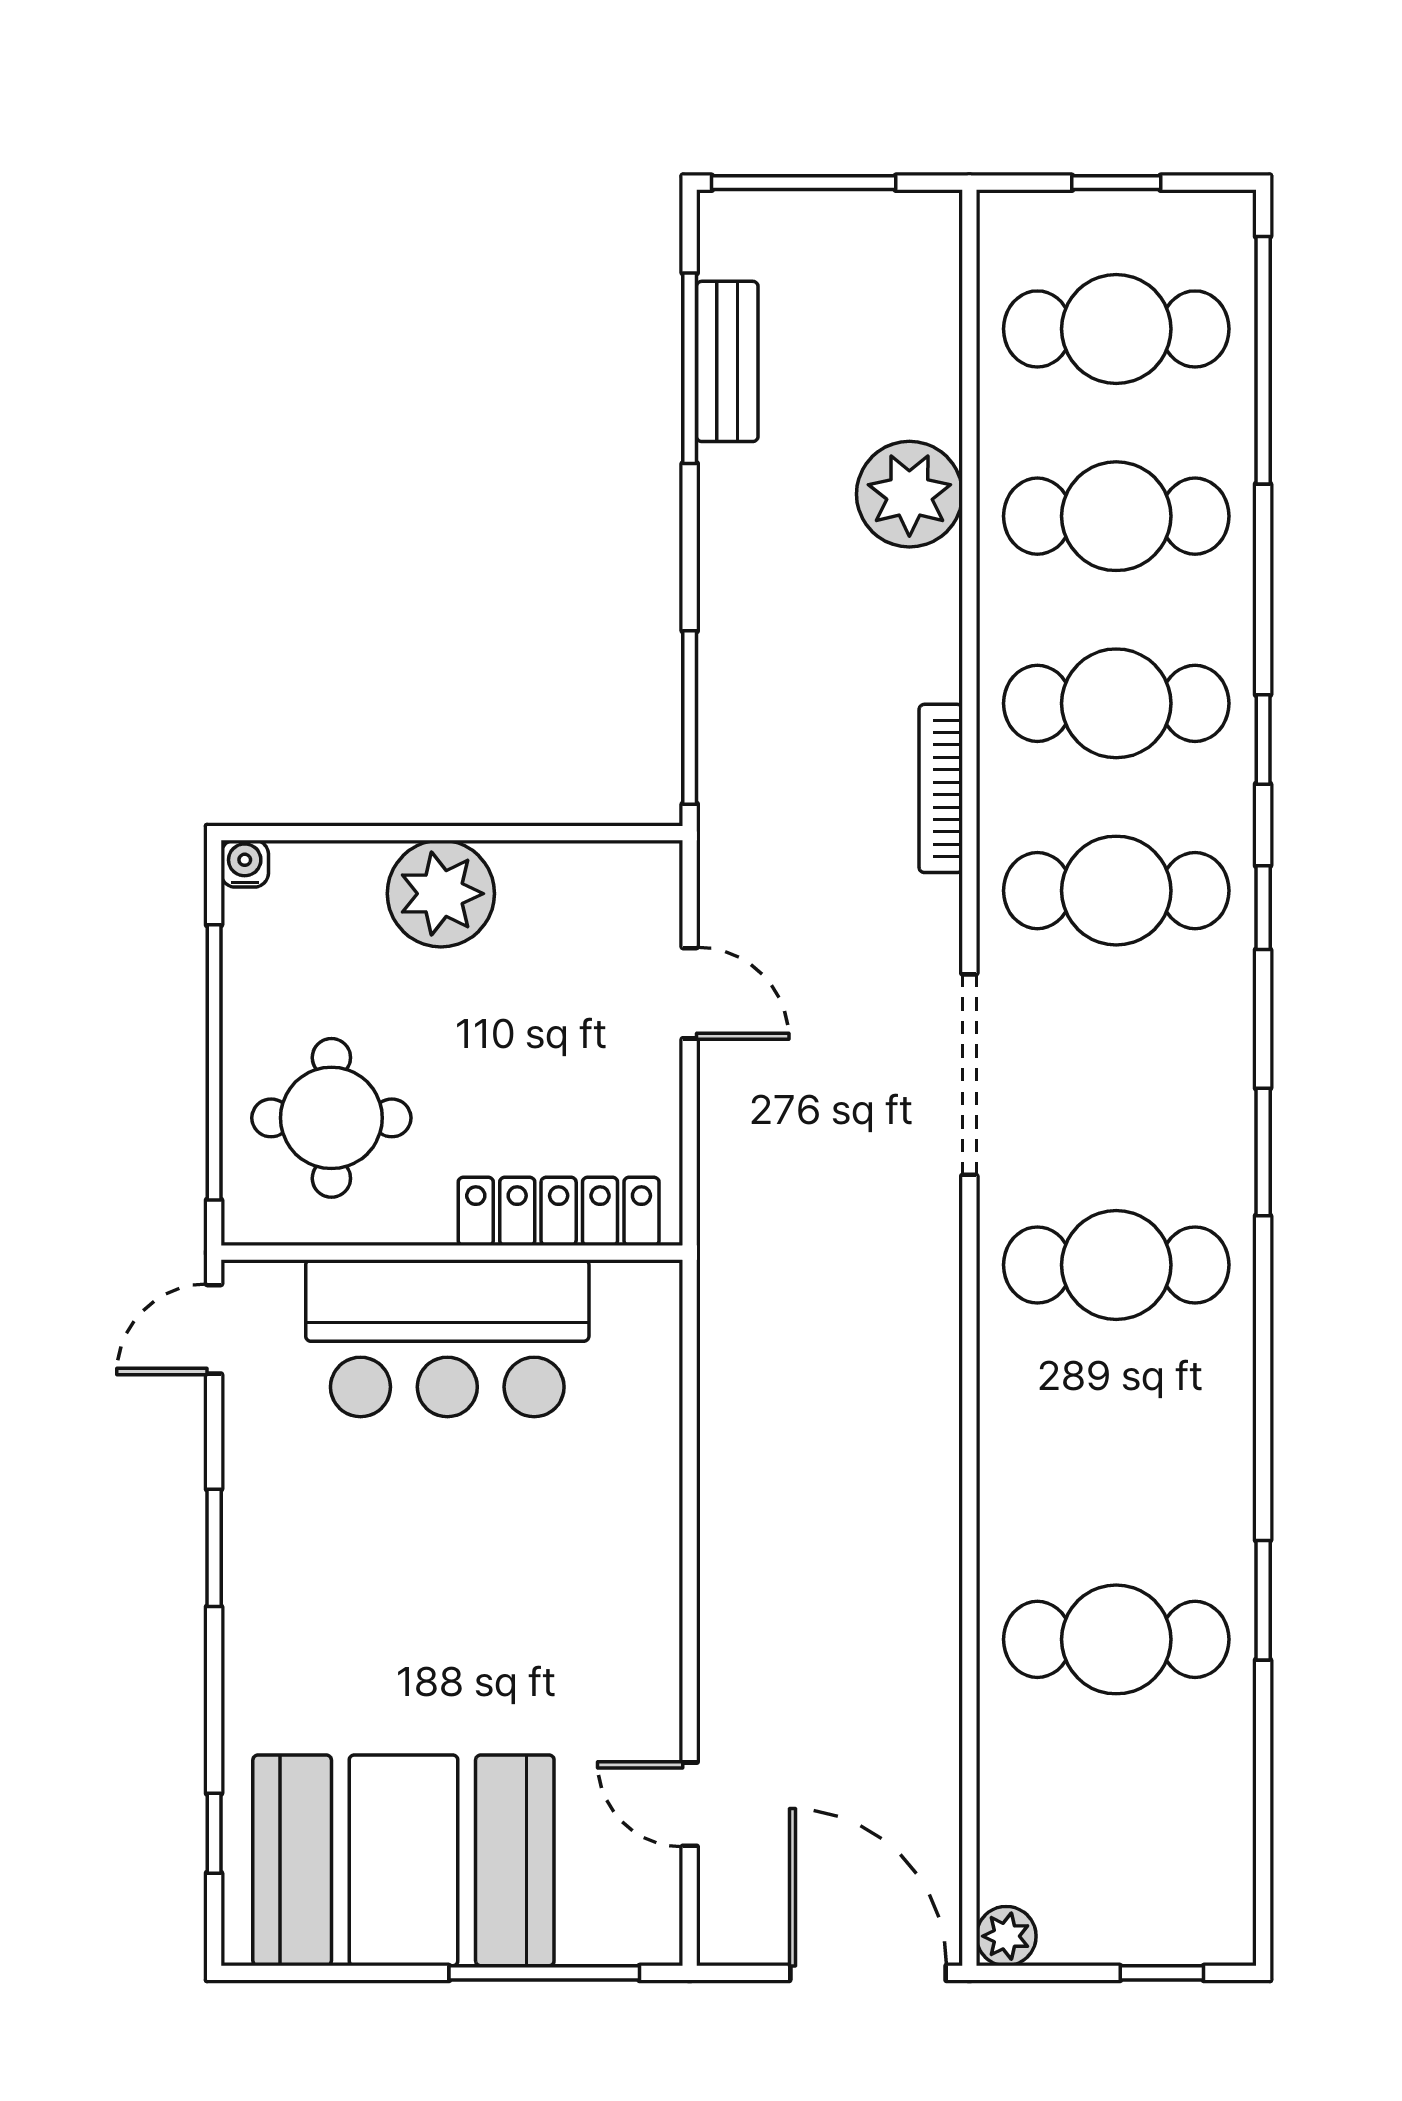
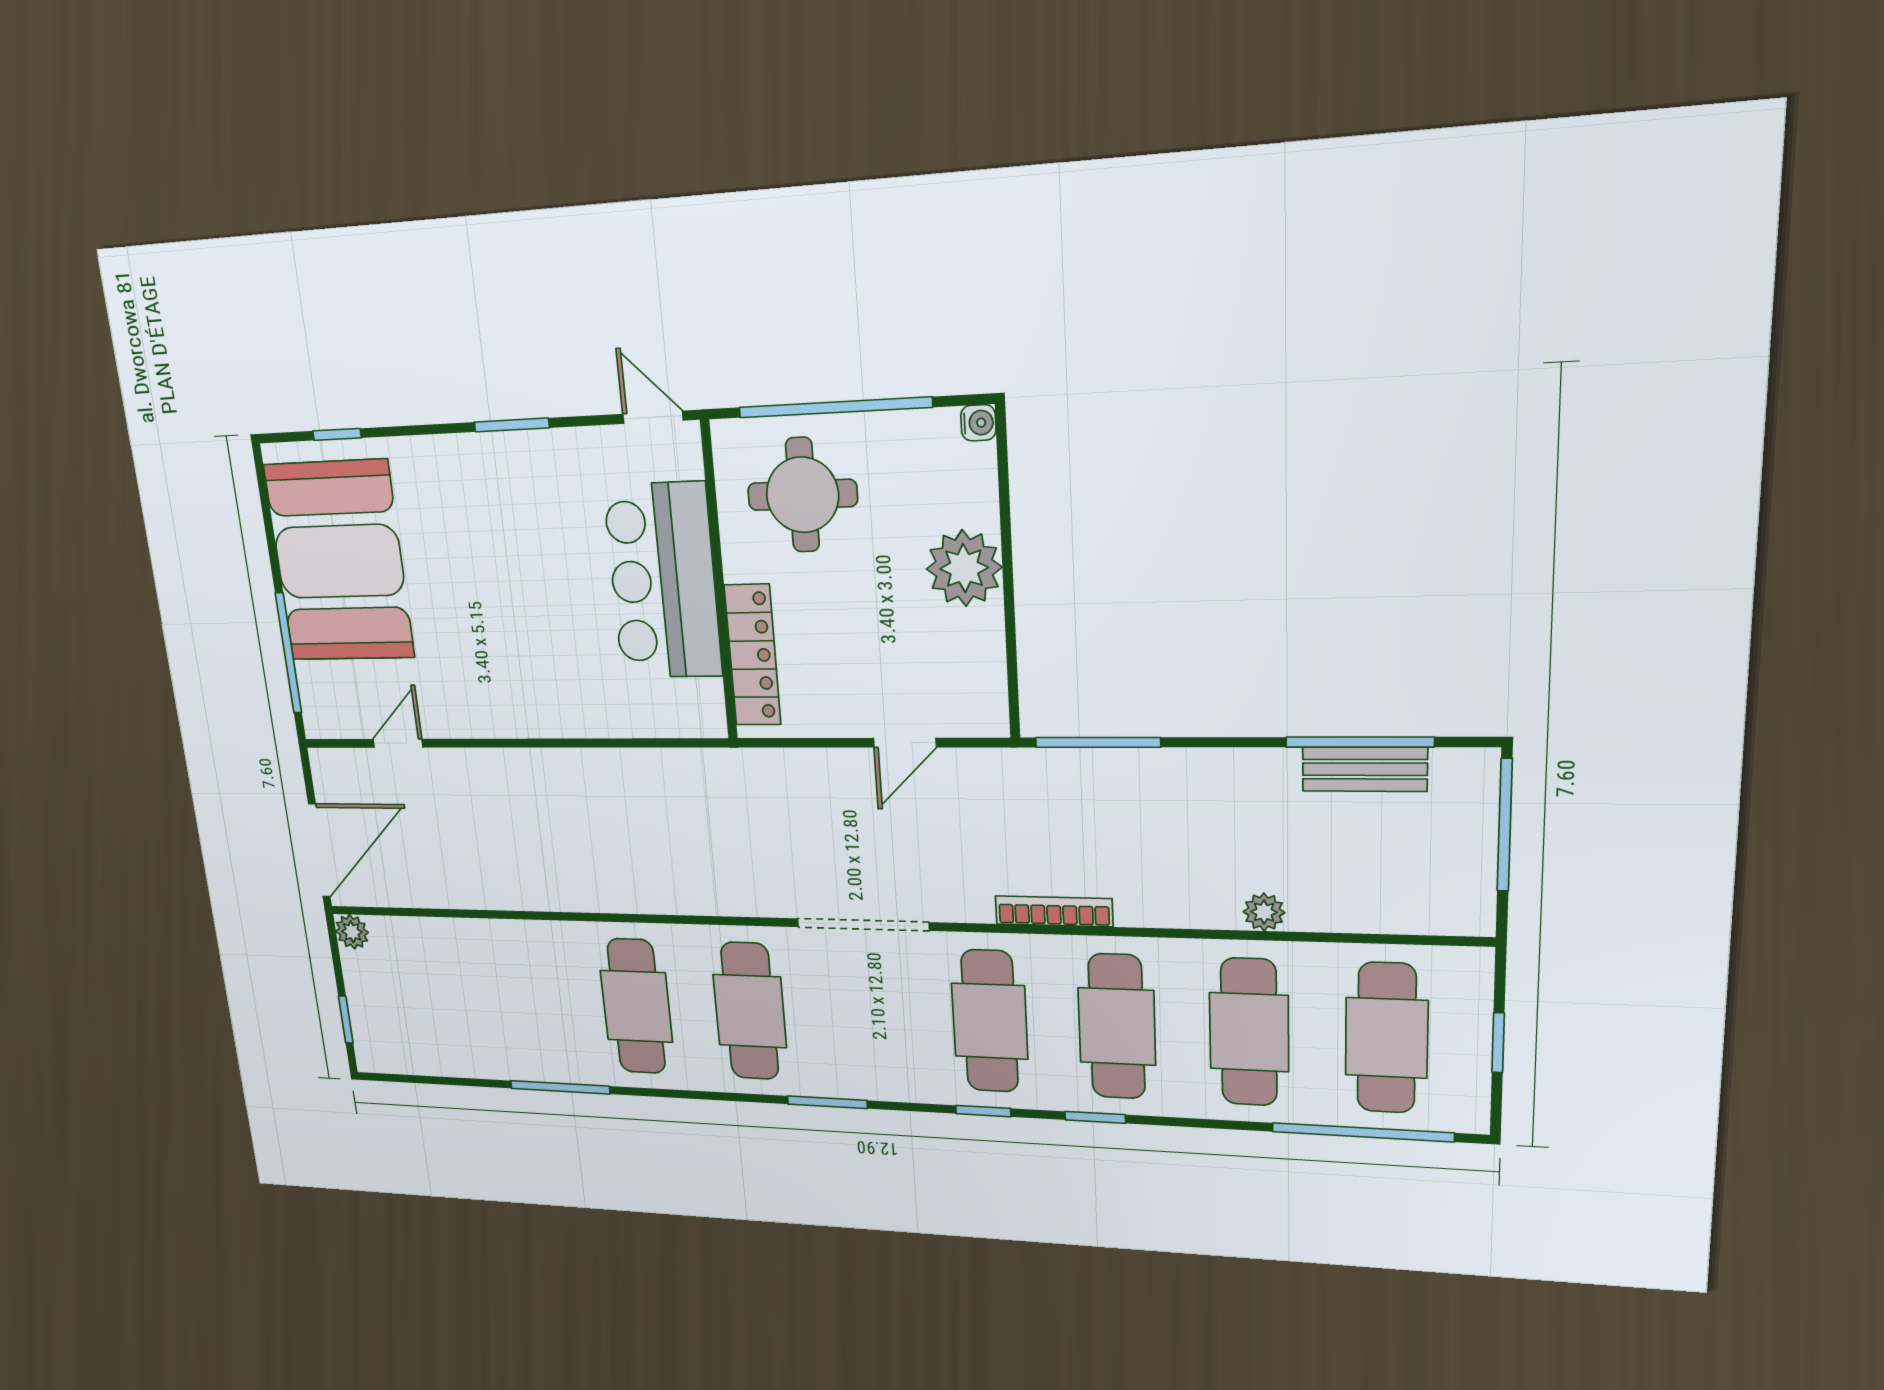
plant: (909, 494) -> (1264, 912), width x0.53, depth x0.53
window: (1263, 1600) -> (560, 1087), width x1.44
cafe table: (1116, 1639) -> (636, 1006), moved

